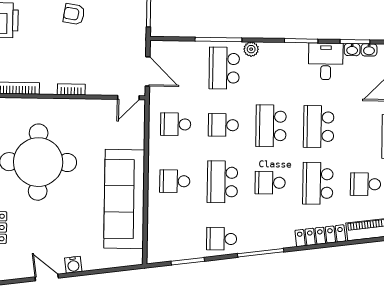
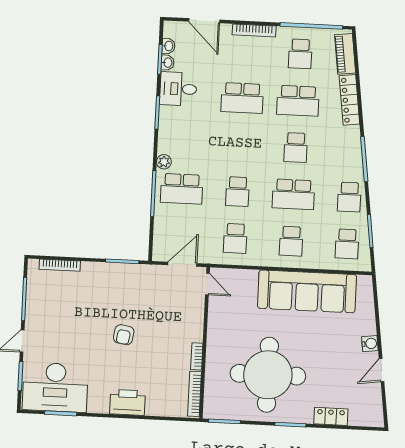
bookcase: (71, 89) -> (197, 356), moved
school desk: (271, 126) -> (347, 244), moved, width x0.54

